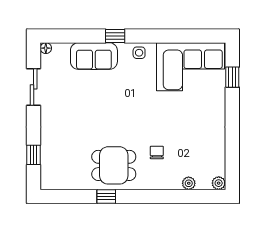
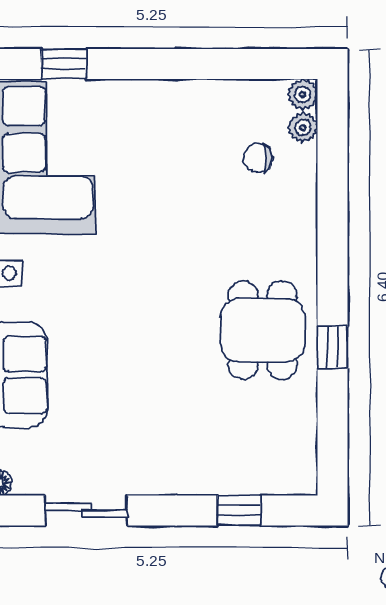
chair: (157, 152) -> (258, 158), moved
plant: (189, 183) -> (303, 127), moved

